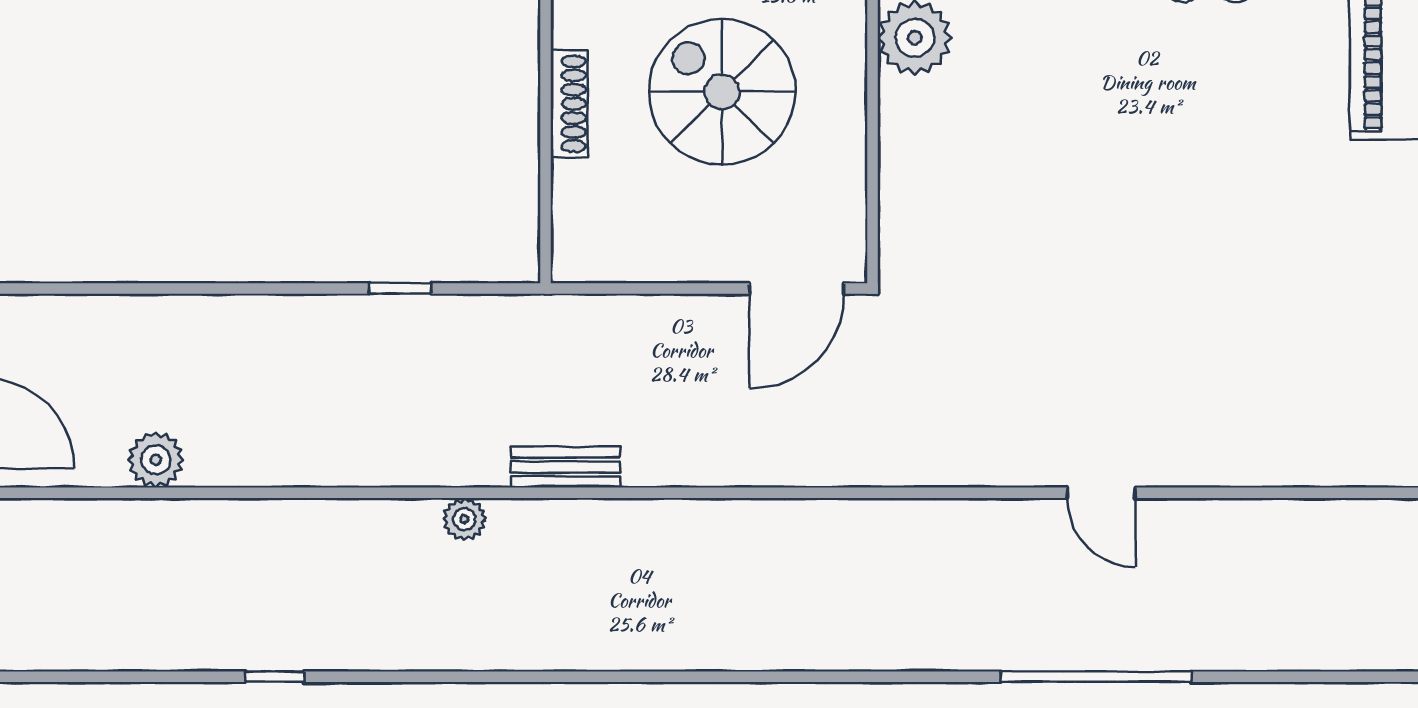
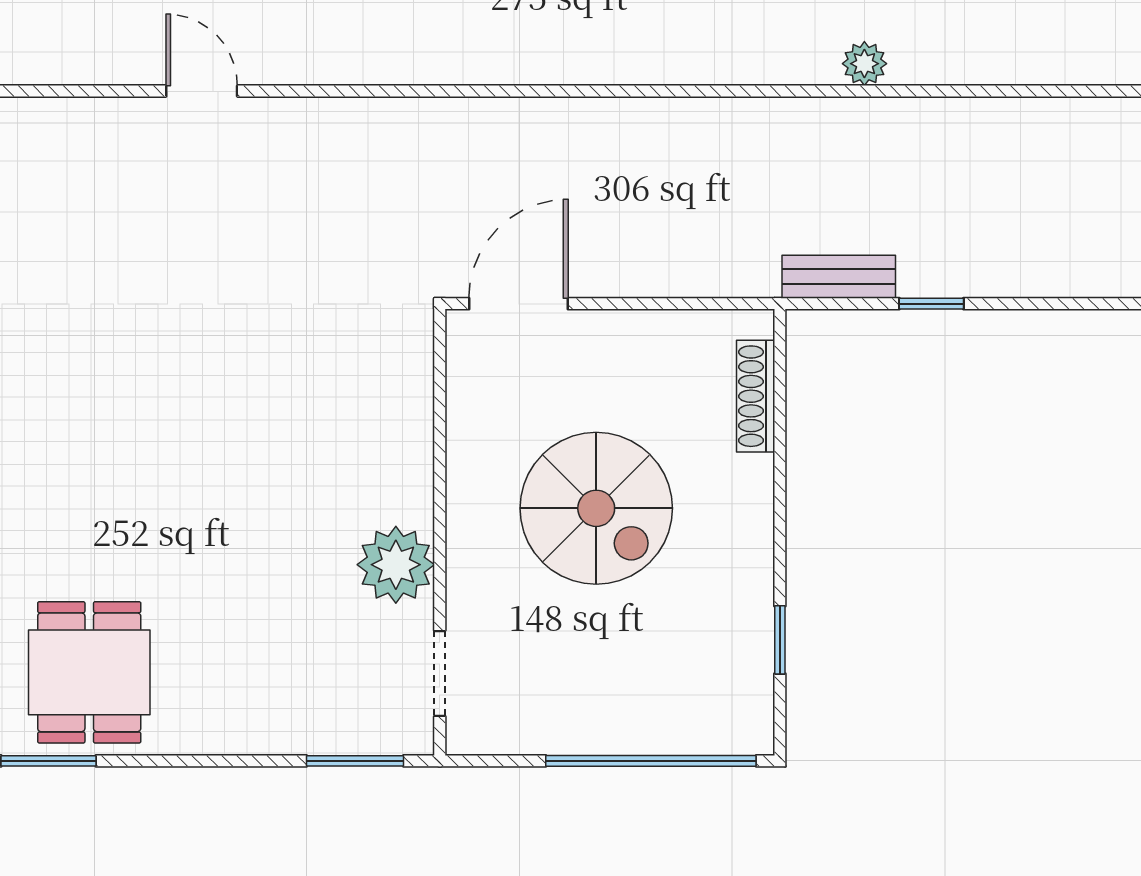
shoe rack: (569, 104) -> (756, 396), moved
bench: (566, 467) -> (839, 277), moved

